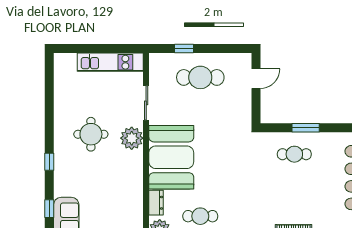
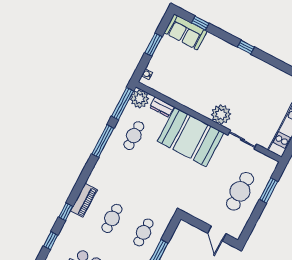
window: (184, 49) -> (269, 190), width x1.50
round table: (91, 134) -> (240, 85), removed
window: (49, 162) -> (246, 47), moved
cafe table: (297, 194) -> (112, 218), added

